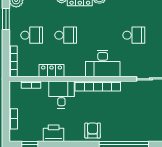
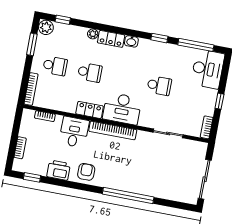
locker: (52, 71) -> (90, 110), moved
armchair: (93, 130) -> (86, 172), moved

